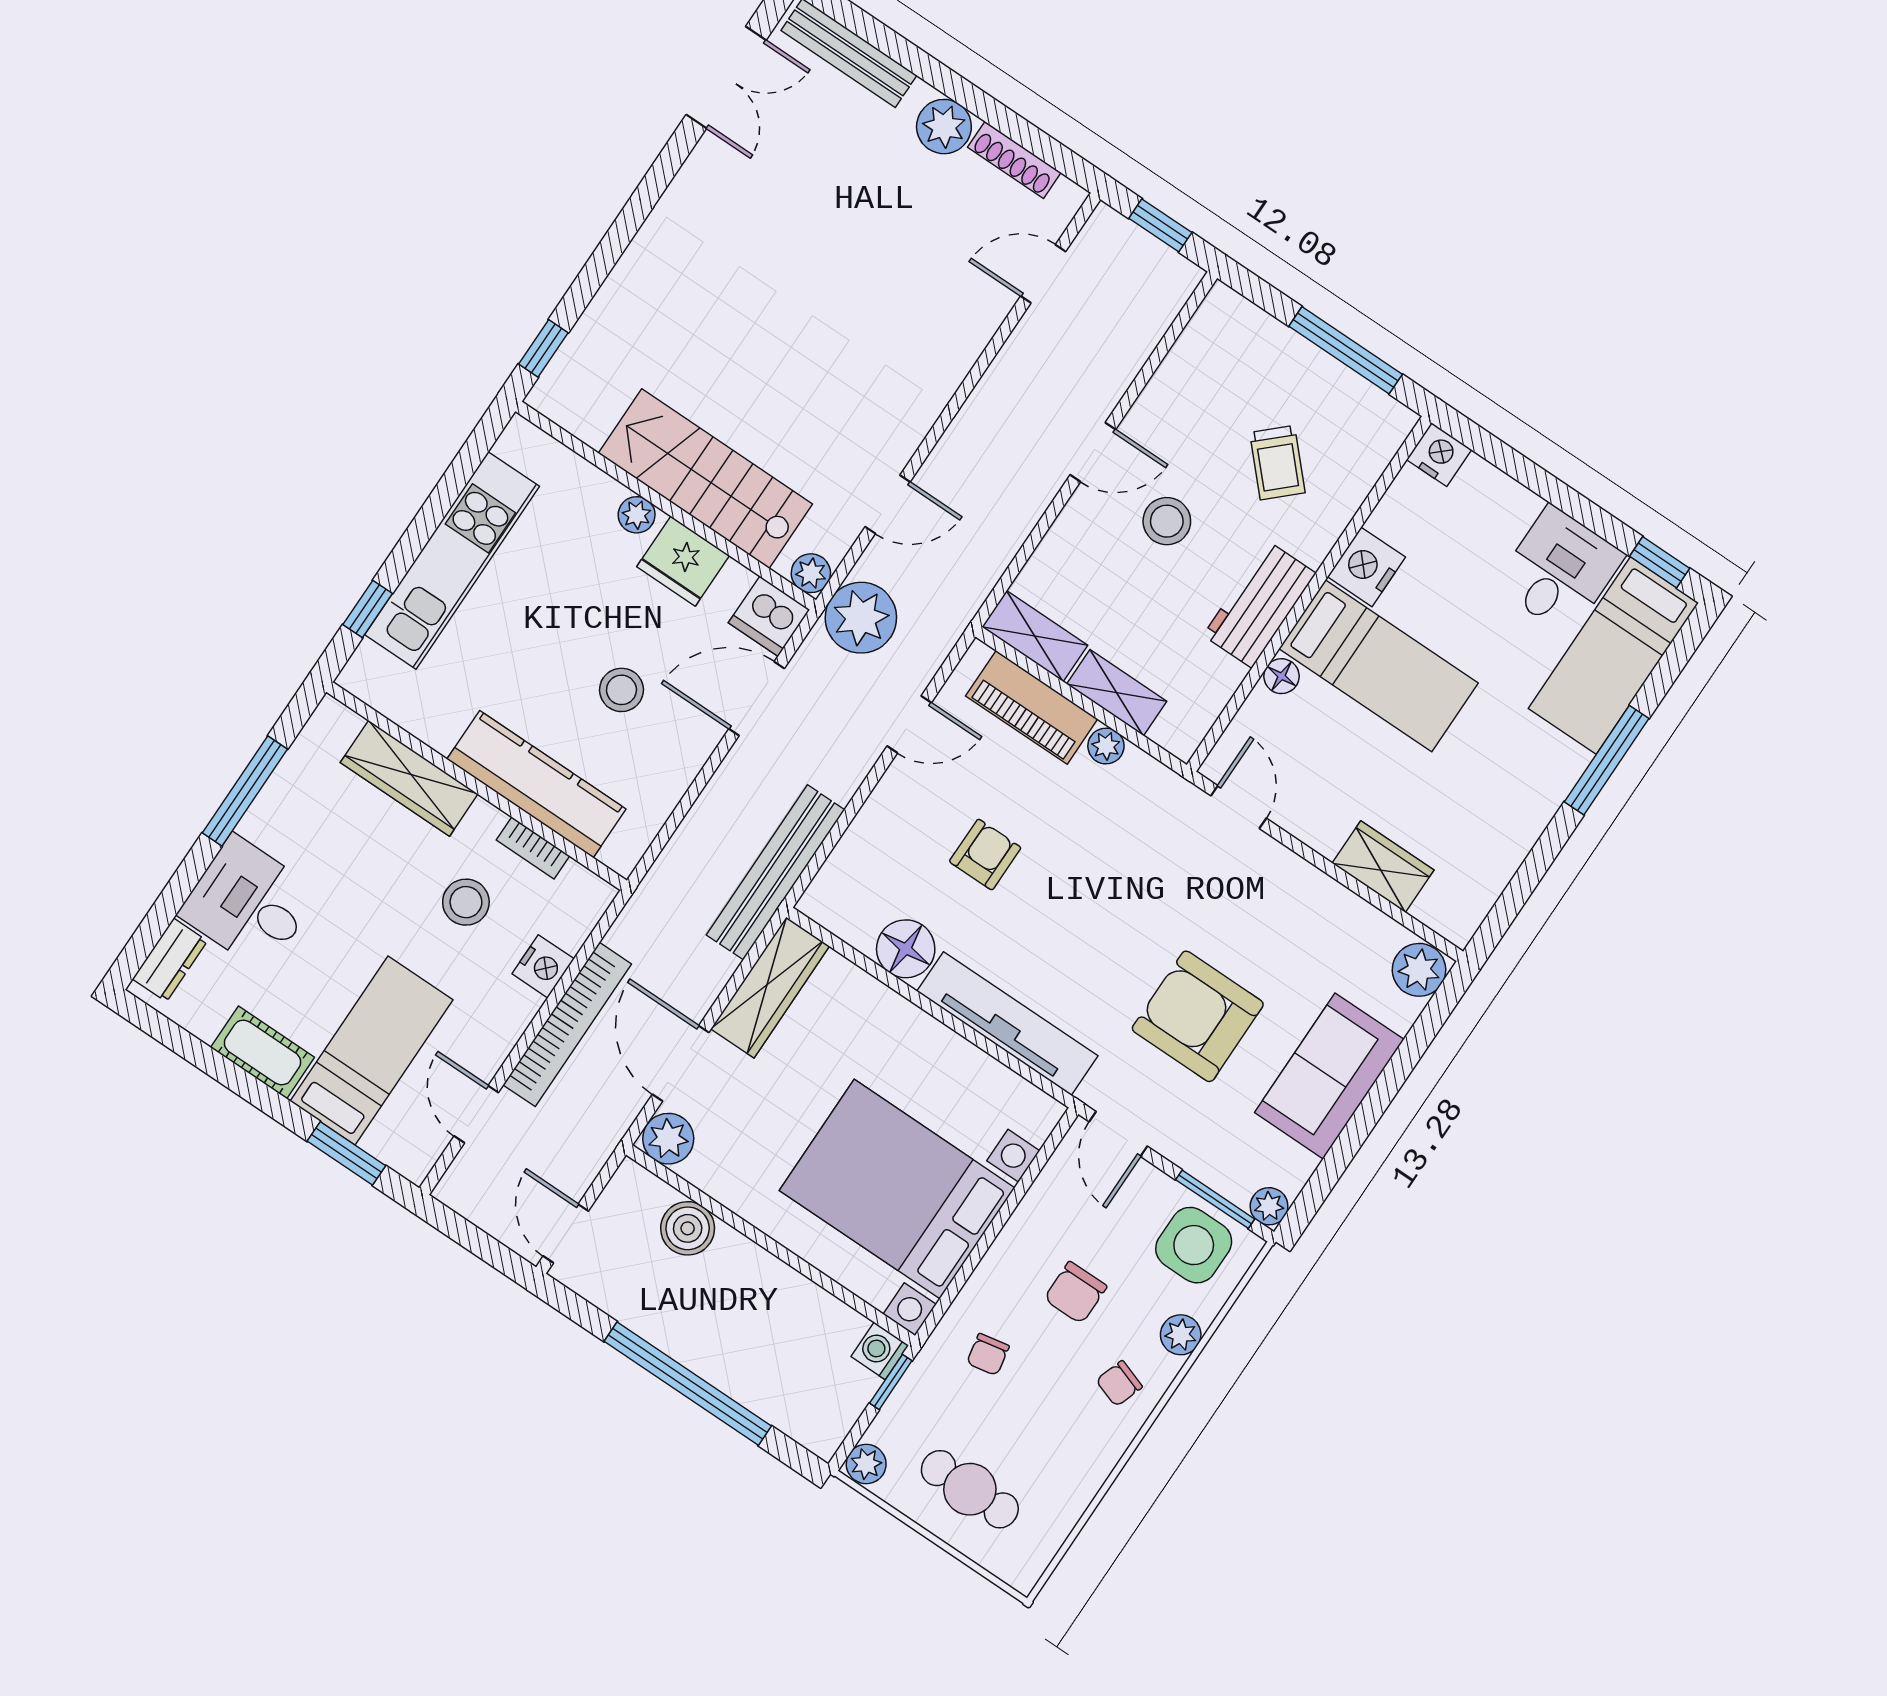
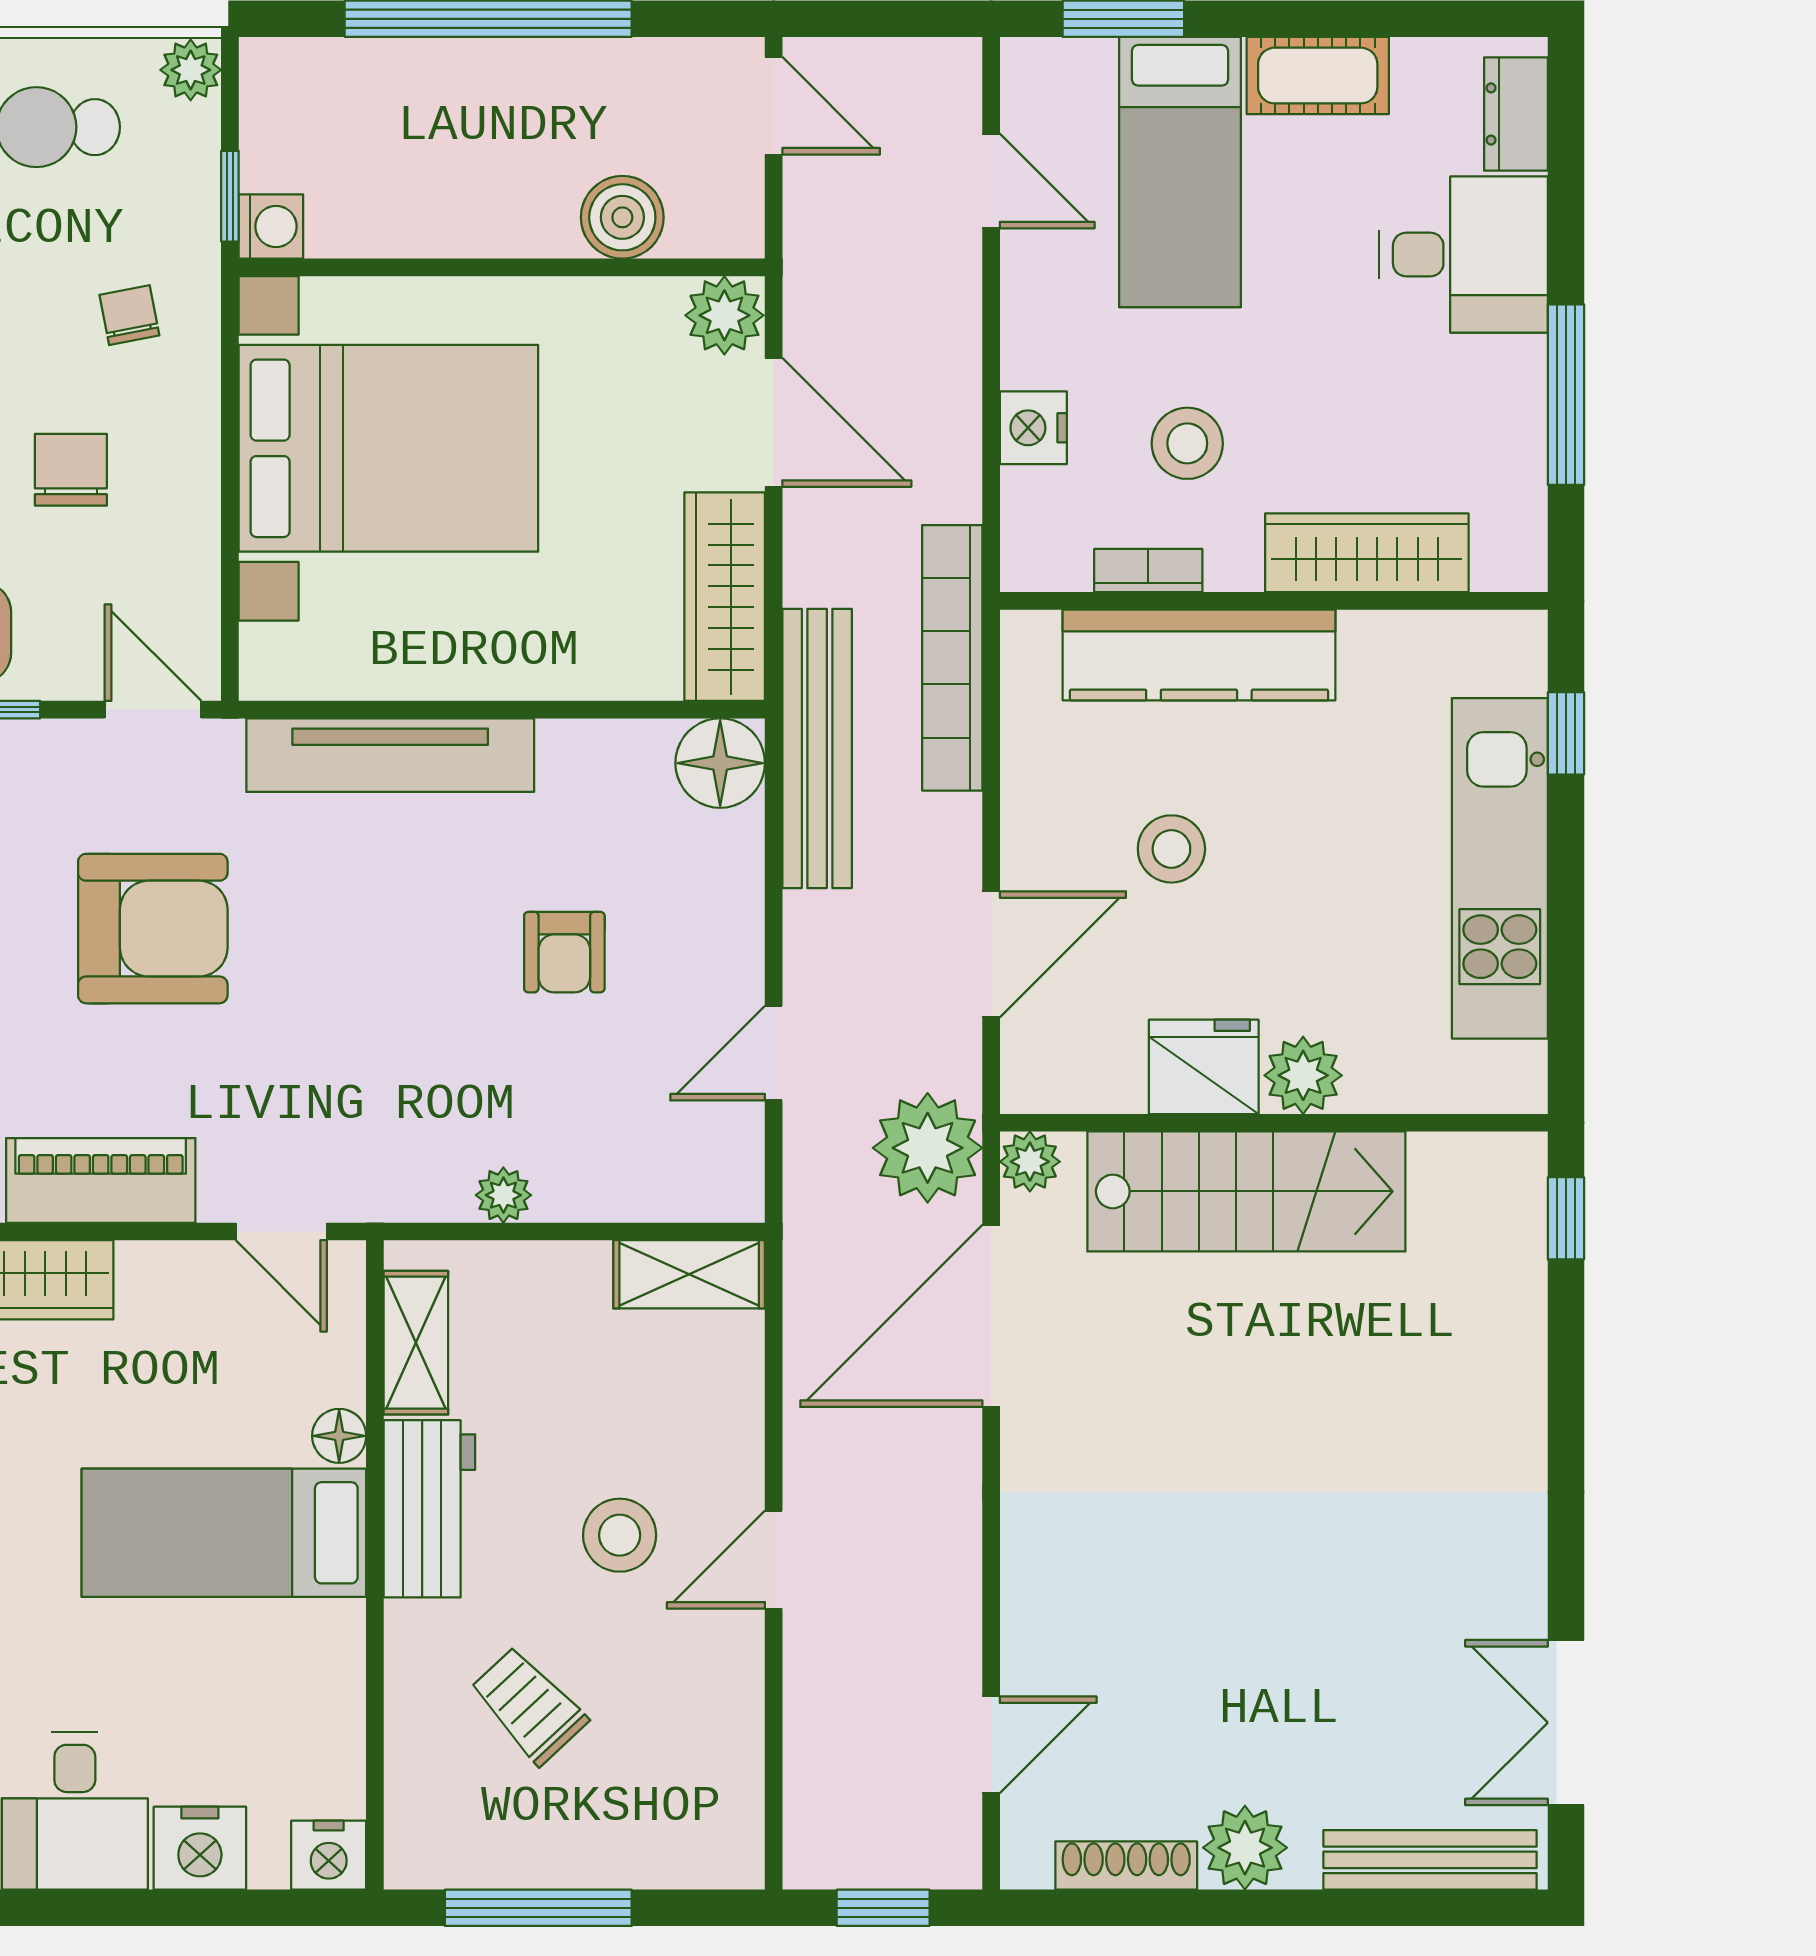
door: (888, 504) -> (991, 1316), width x1.87
plant: (637, 515) -> (1303, 1075), width x1.38, depth x1.38
nightstand: (1366, 567) -> (200, 1848), moved, turned 90
dishwasher: (769, 616) -> (1046, 1071), removed
shelving: (1117, 693) -> (416, 1343), moved, turned 90
piano: (1032, 707) -> (101, 1180), moved
floor lamp: (906, 949) -> (720, 763), moved
bookcase: (567, 1024) -> (952, 658), moved

